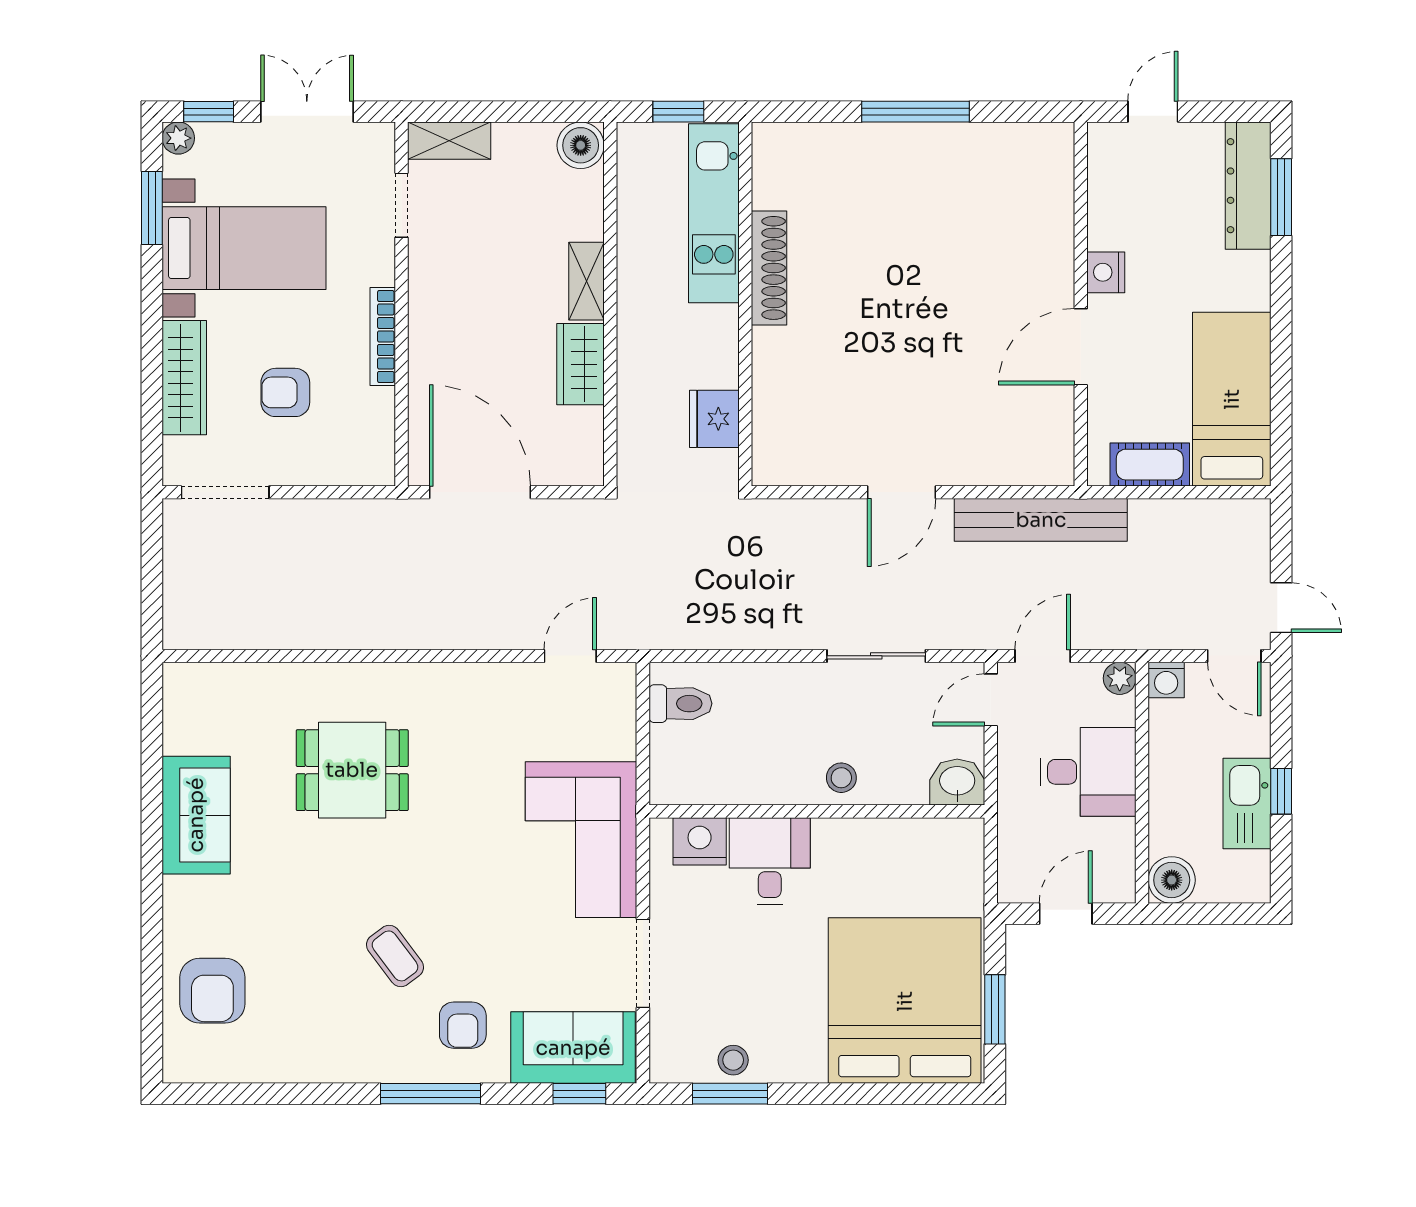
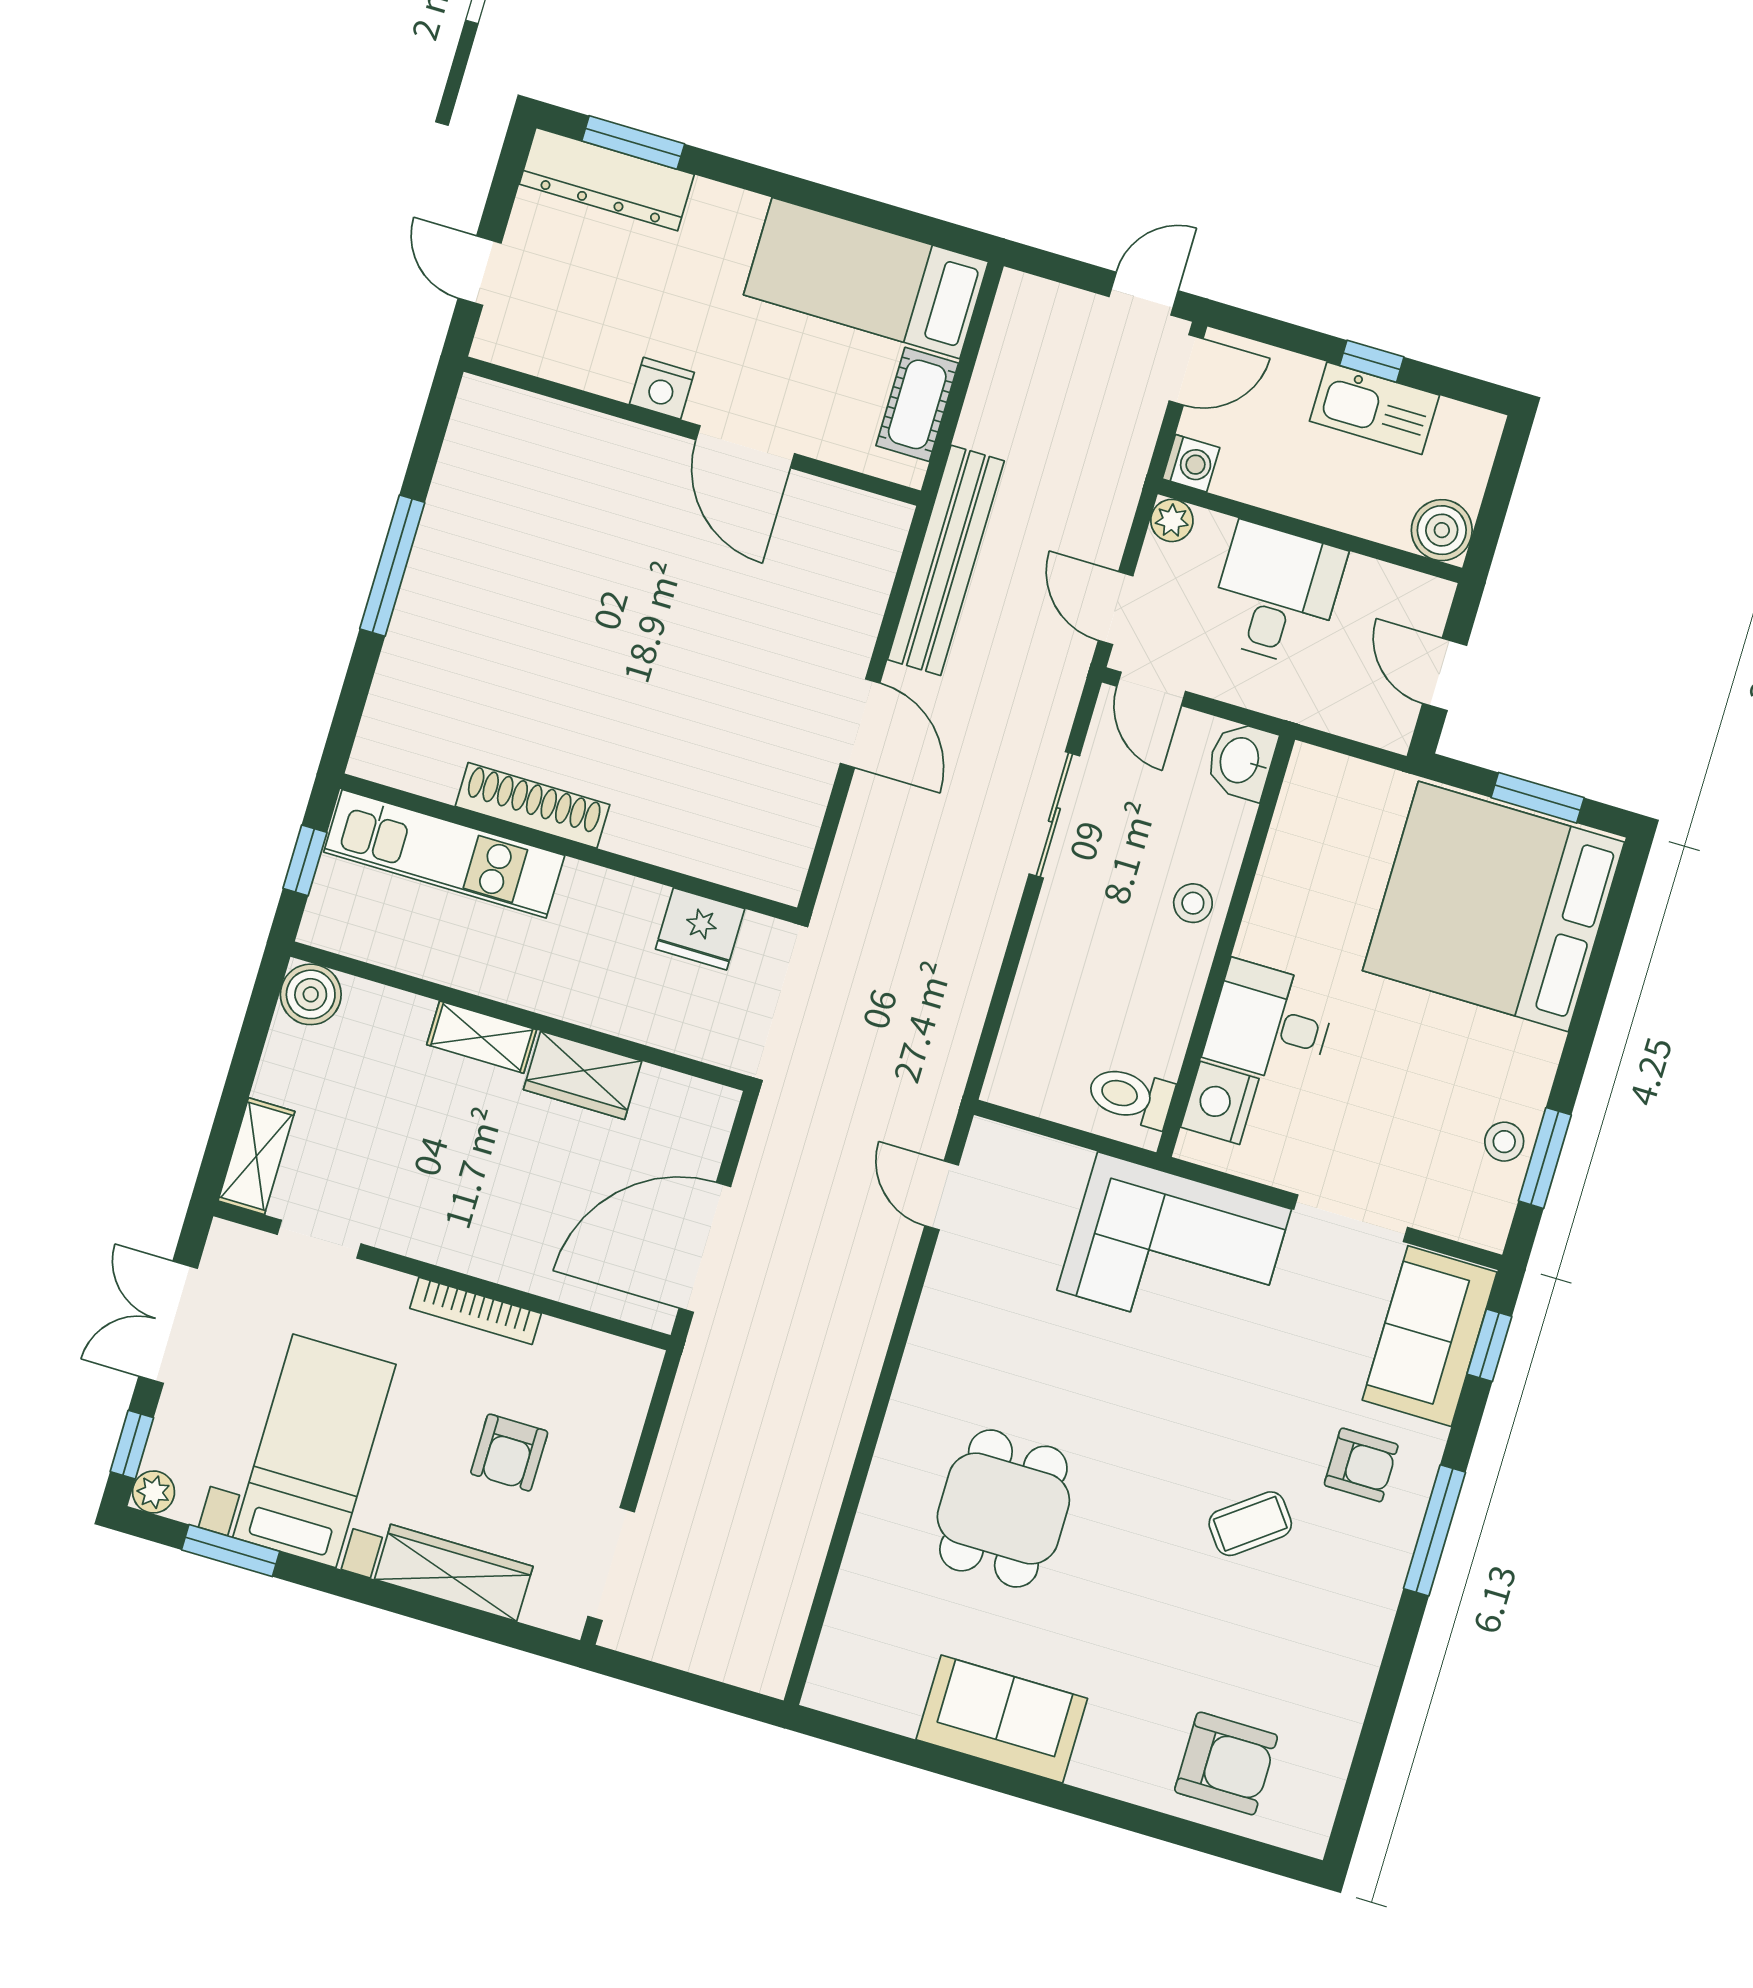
toilet: (680, 704) -> (1131, 1096), moved, turned -90

